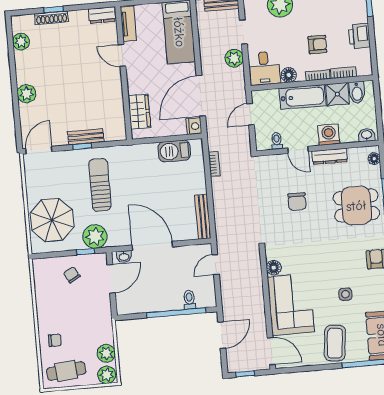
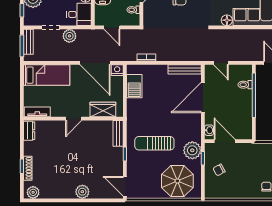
plant: (21, 42) -> (33, 192), moved
door: (122, 55) -> (74, 119), moved
bench: (86, 137) -> (118, 133), moved
door: (152, 246) -> (203, 97), moved

